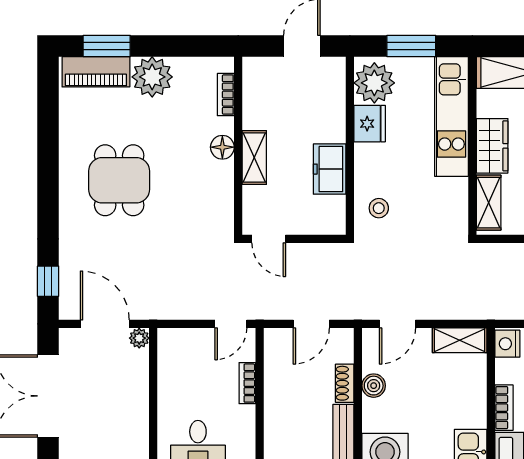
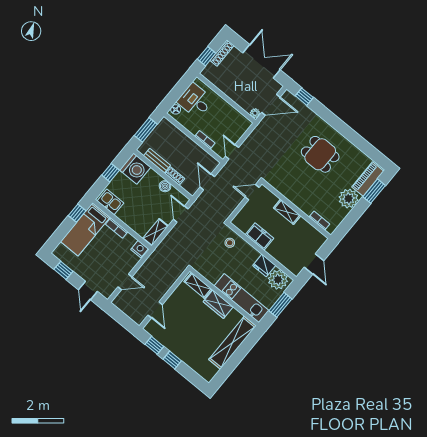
floor lamp: (222, 147) -> (301, 203), removed

